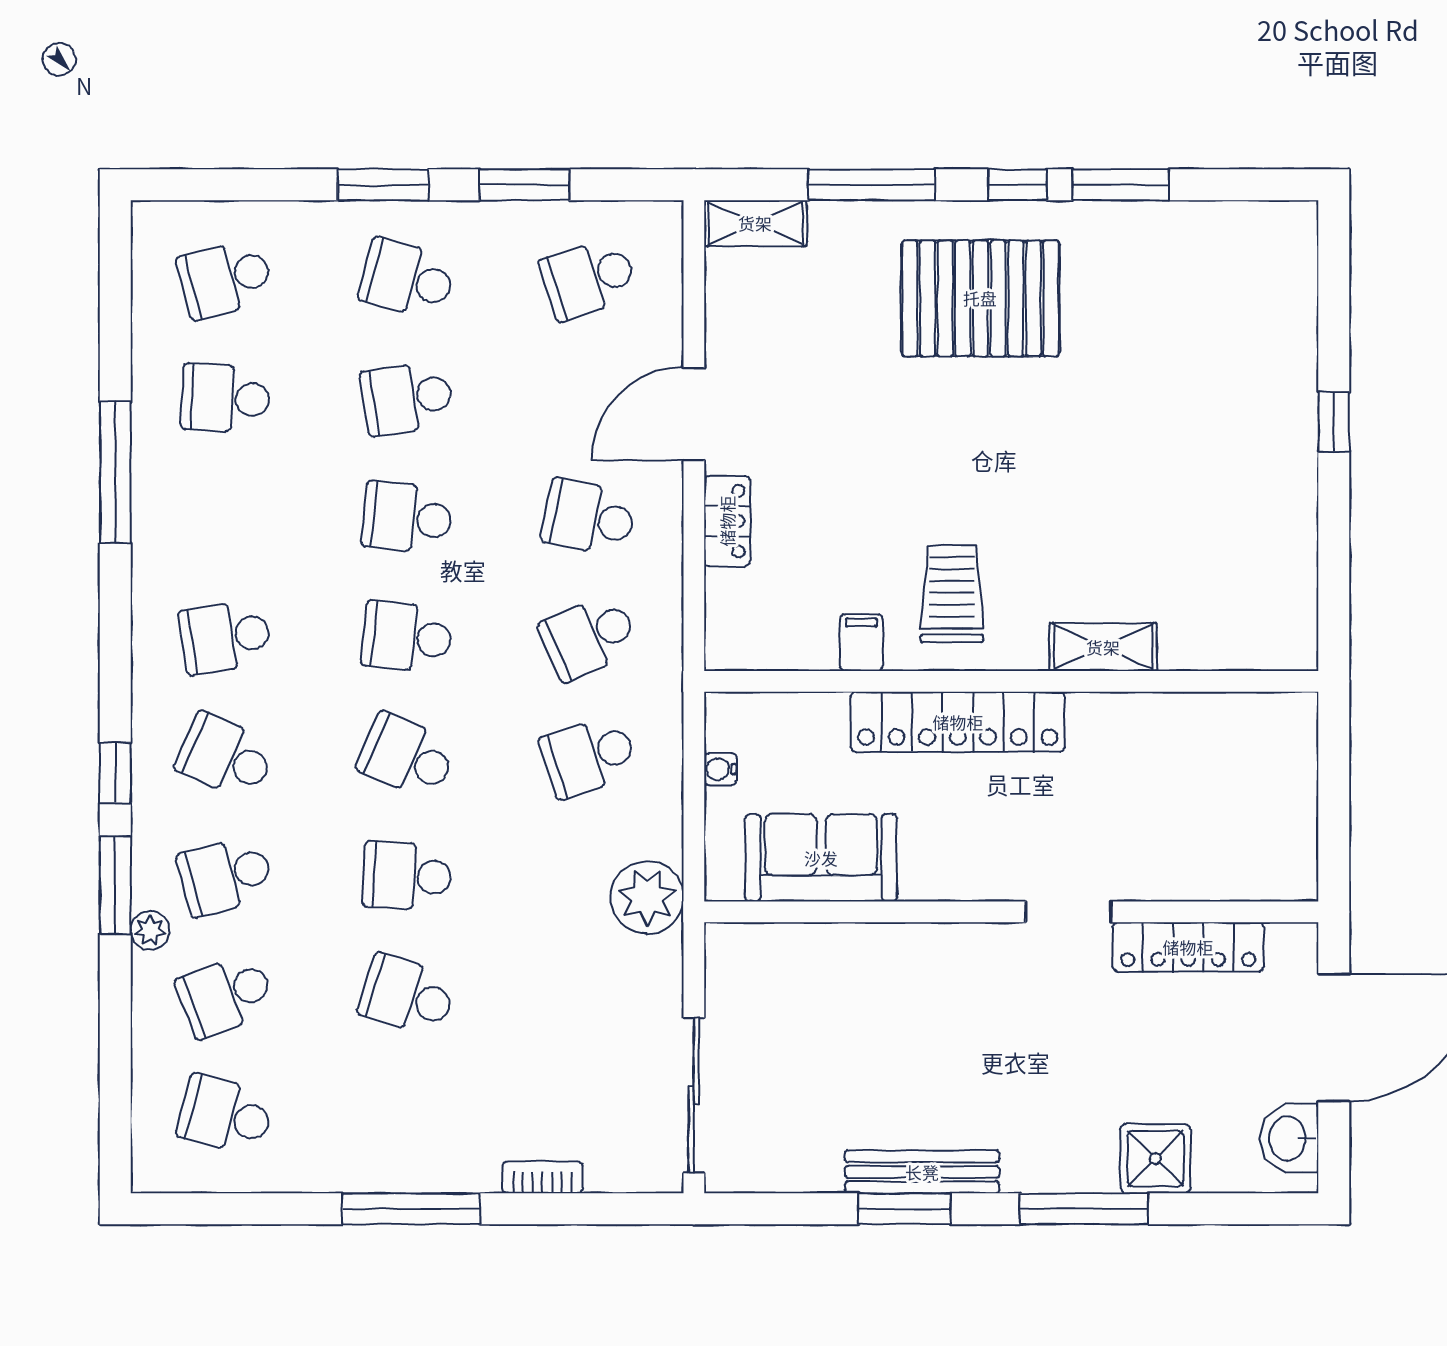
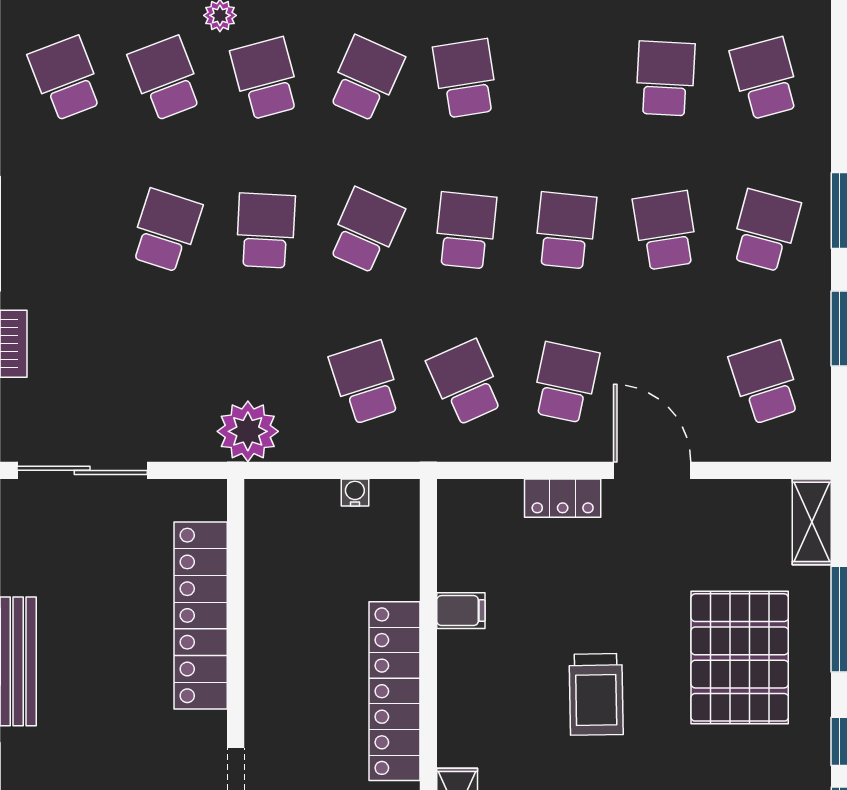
pallet: (980, 298) -> (740, 657), moved
trolley: (952, 594) -> (596, 694), moved, turned 89
sofa: (821, 858) -> (281, 577), removed
locker: (867, 954) -> (201, 615), added
school desk: (225, 1115) -> (66, 78), turned -36

